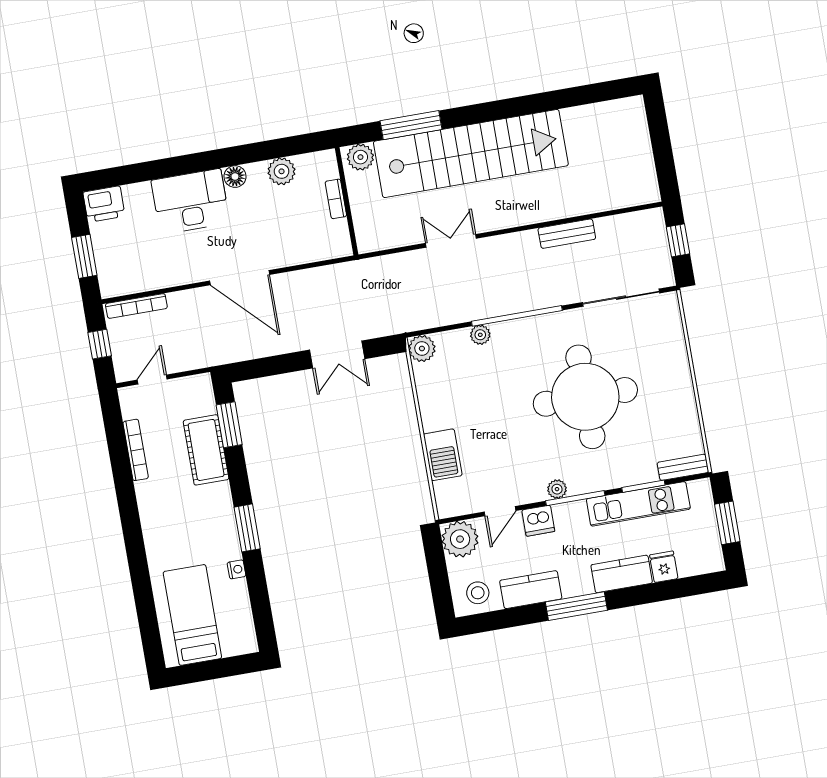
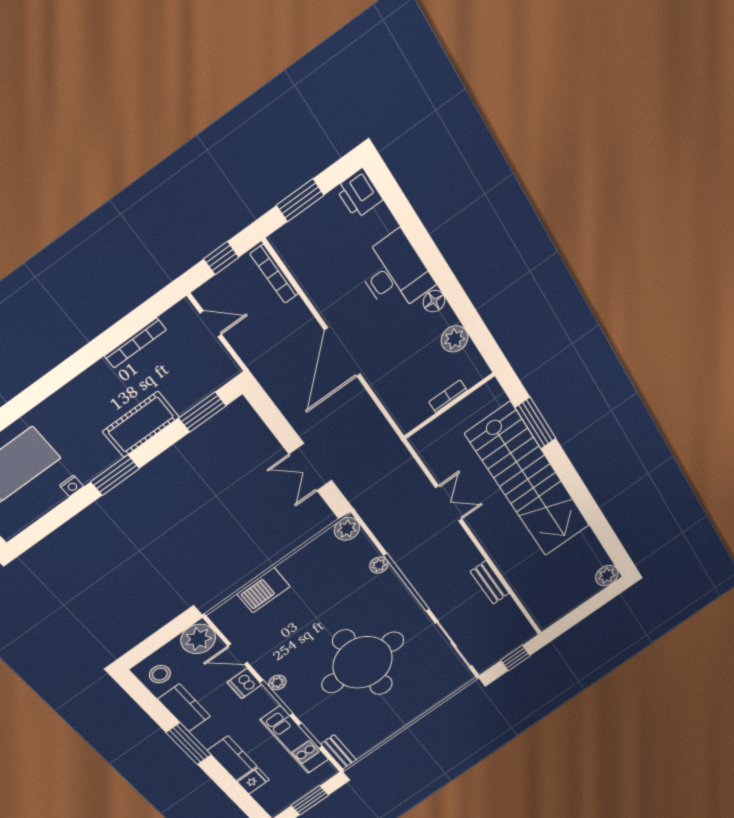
plant: (360, 157) -> (607, 576), moved
cot: (206, 450) -> (141, 424), moved

